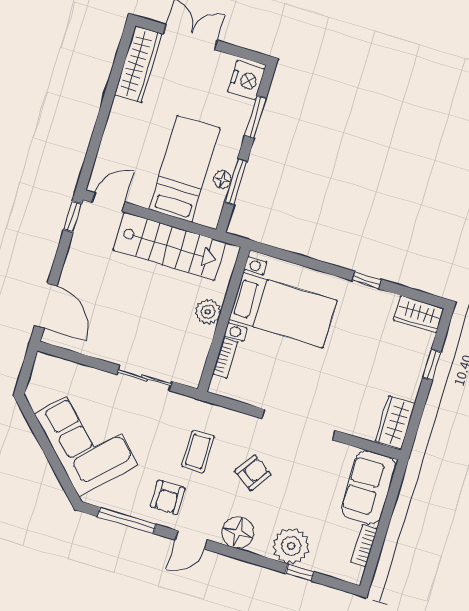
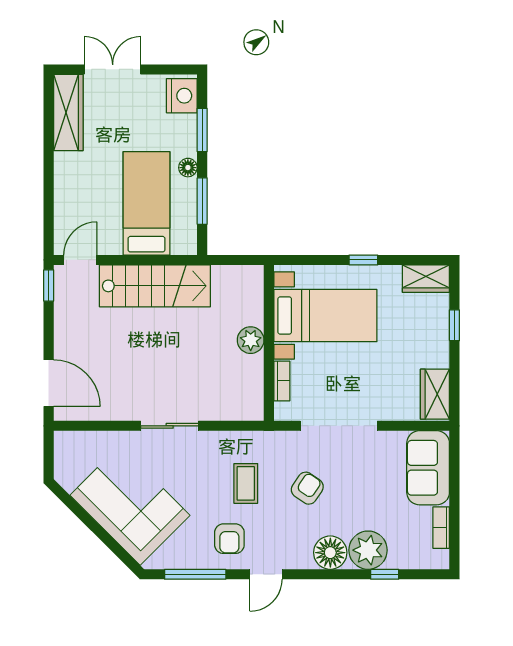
floor lamp: (222, 180) -> (188, 168), moved
bed with nightstands: (283, 310) -> (325, 316), moved
plant: (208, 312) -> (251, 340), moved
wall: (224, 319) -> (269, 343), moved
bookcase: (225, 358) -> (282, 381), moved
floor lamp: (238, 532) -> (330, 553), moved

